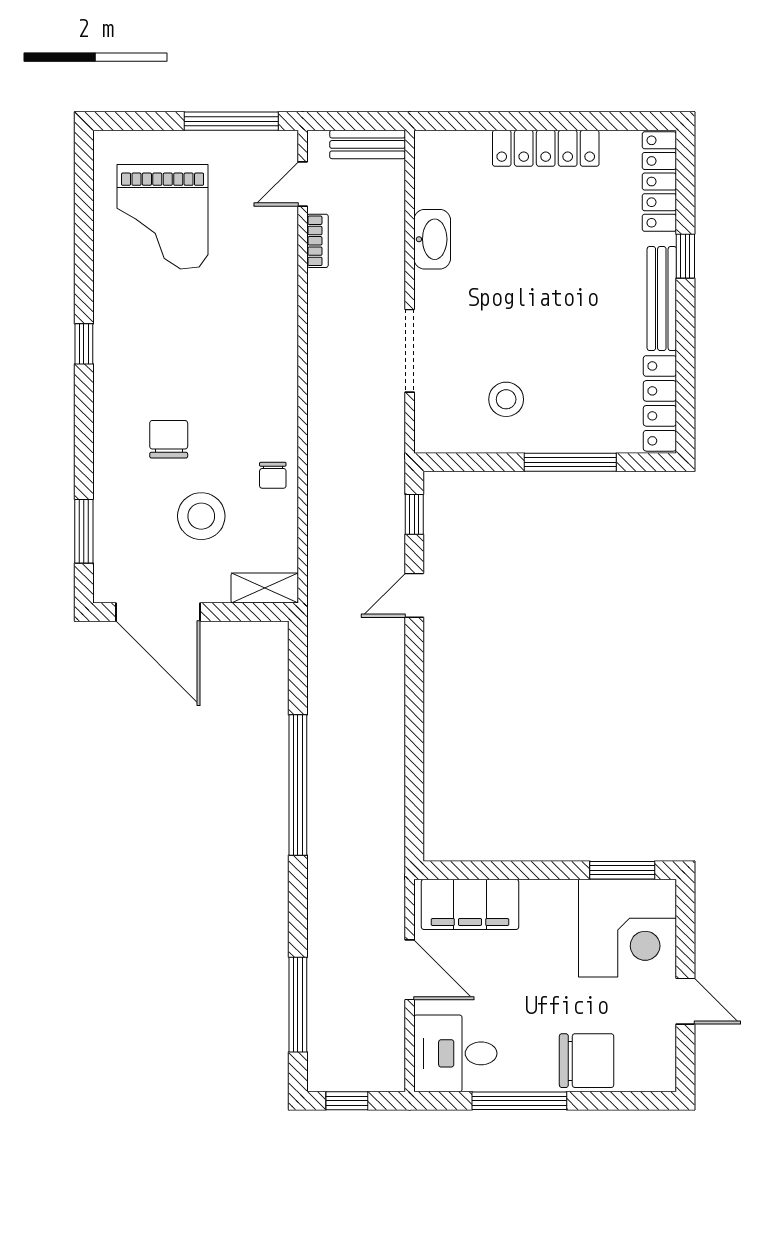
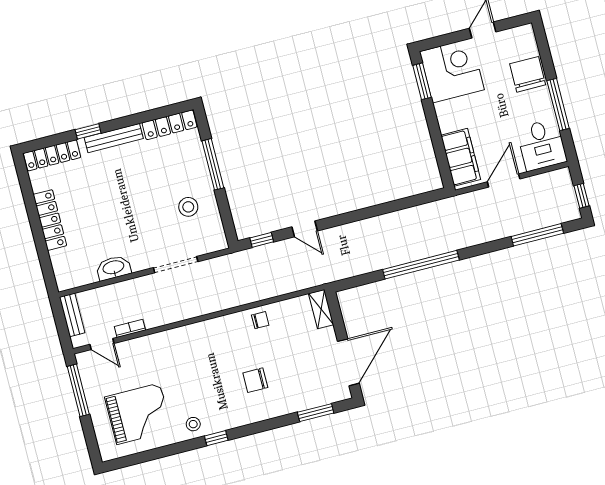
stool: (201, 516) -> (193, 424), moved, width x0.53, depth x0.53

